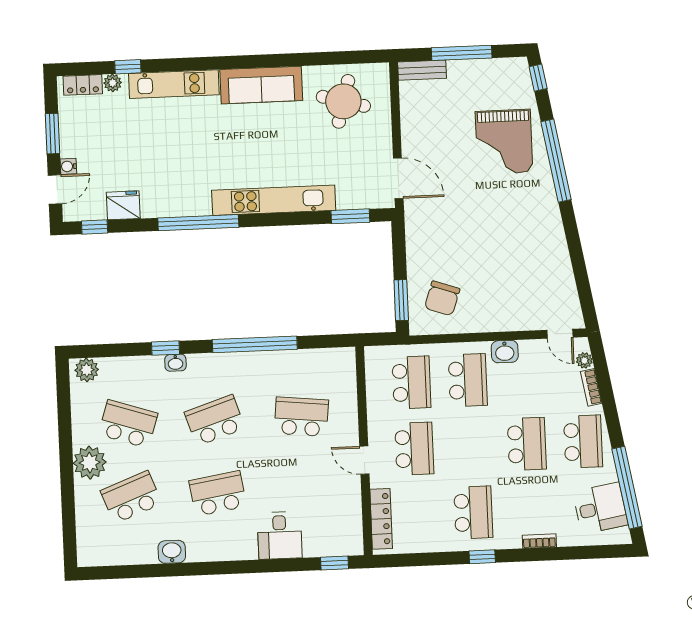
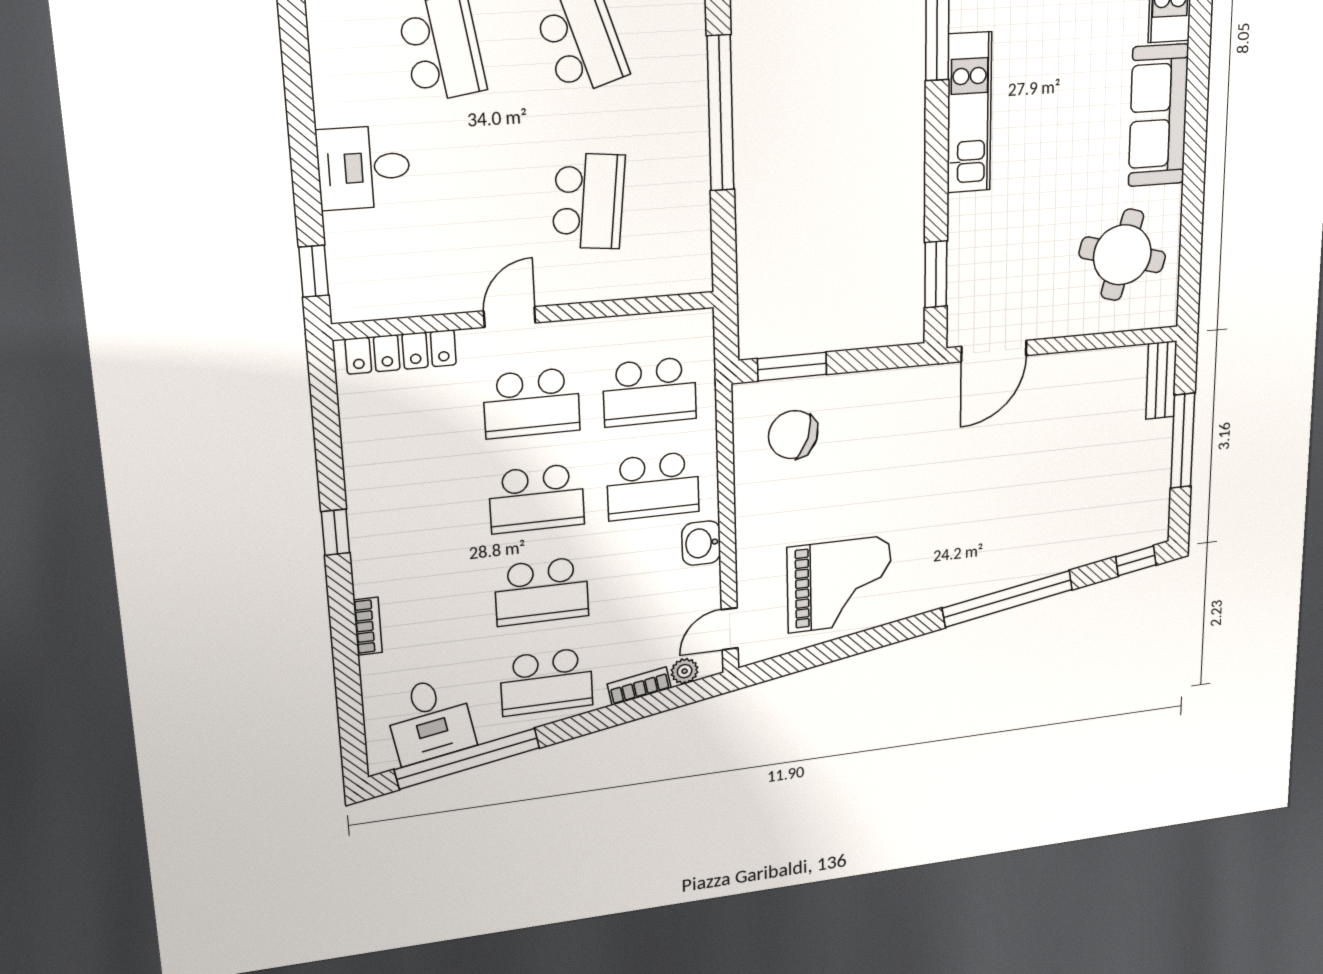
grand piano: (504, 142) -> (839, 584), moved, turned 180
kitchen unit: (274, 200) -> (969, 113), width x0.73
school desk: (473, 512) -> (537, 498), moved

